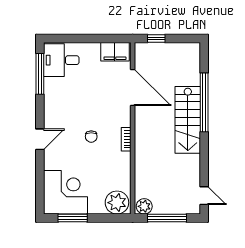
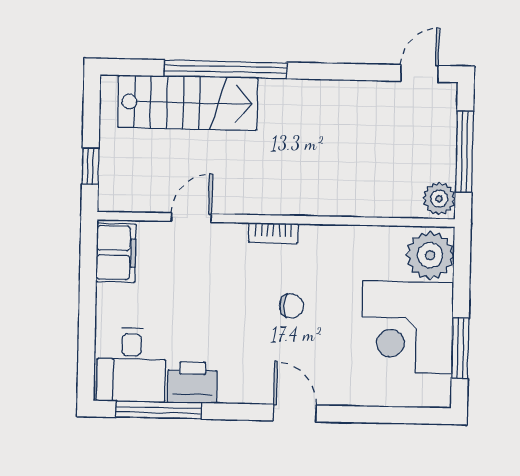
door: (133, 87) -> (191, 218), width x0.53
printer: (53, 90) -> (192, 382), added
stairs: (188, 120) -> (188, 103), moved
bookcase: (126, 139) -> (273, 233), moved
corner desk: (65, 192) -> (407, 327), moved, turned -90

